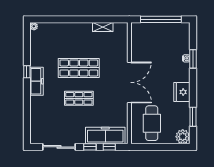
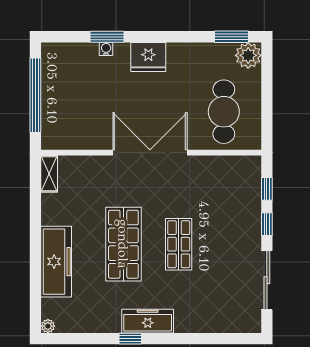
shelving: (103, 27) -> (49, 174), moved
fridge: (182, 92) -> (148, 57), moved
window: (193, 117) -> (231, 37), moved
cafe table: (152, 123) -> (224, 112), turned 90
freezer: (105, 135) -> (56, 262), moved, turned 180

